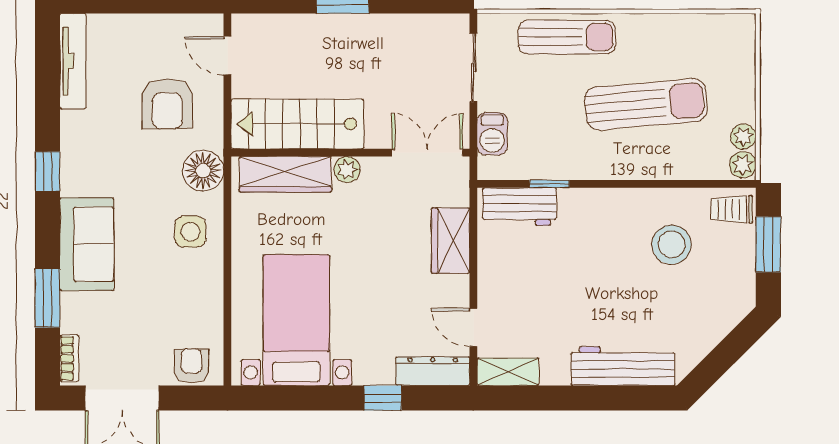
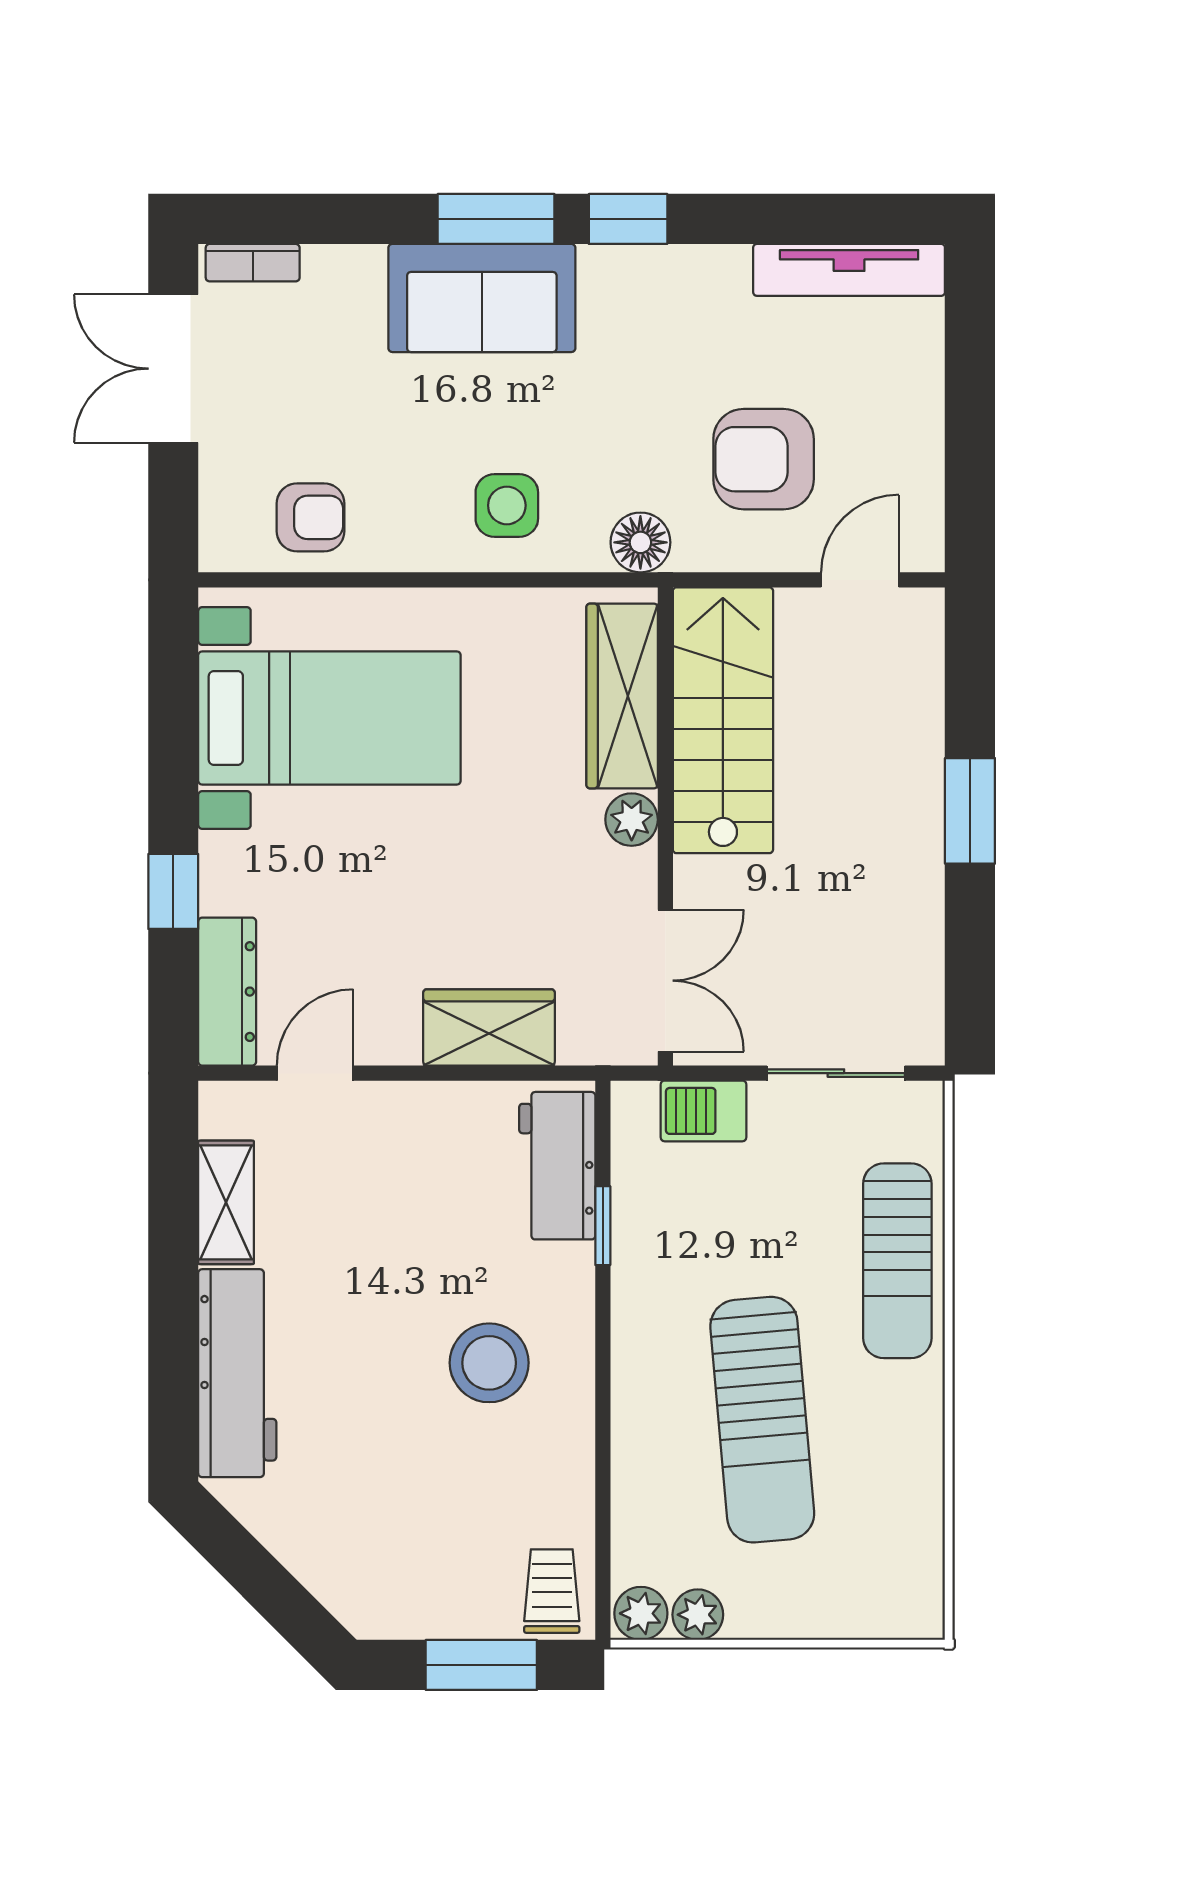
floor lamp: (203, 171) -> (640, 542), width x0.73, depth x0.73
stool: (672, 245) -> (489, 1363), moved
window: (47, 298) -> (496, 219), moved
armchair: (192, 366) -> (311, 517), moved
shelving: (508, 372) -> (226, 1202), moved

